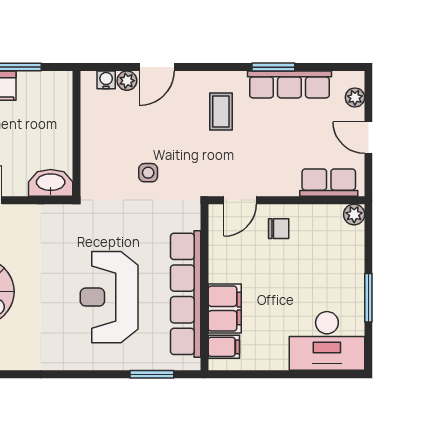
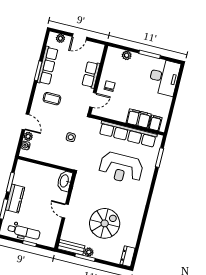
row of seats: (329, 183) -> (91, 75), moved
door: (240, 200) -> (93, 100), hinge flipped
plant: (354, 214) -> (127, 55), moved

